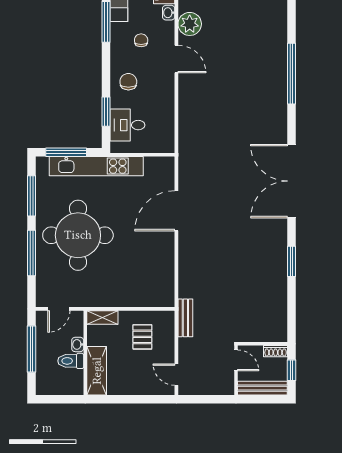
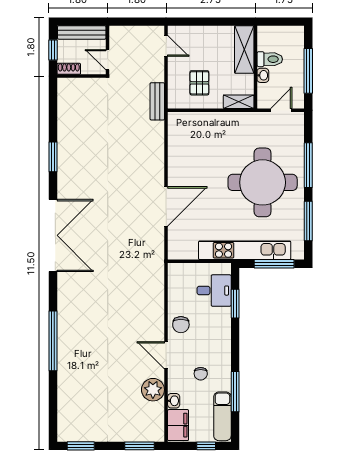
chair: (128, 82) -> (181, 325), moved

